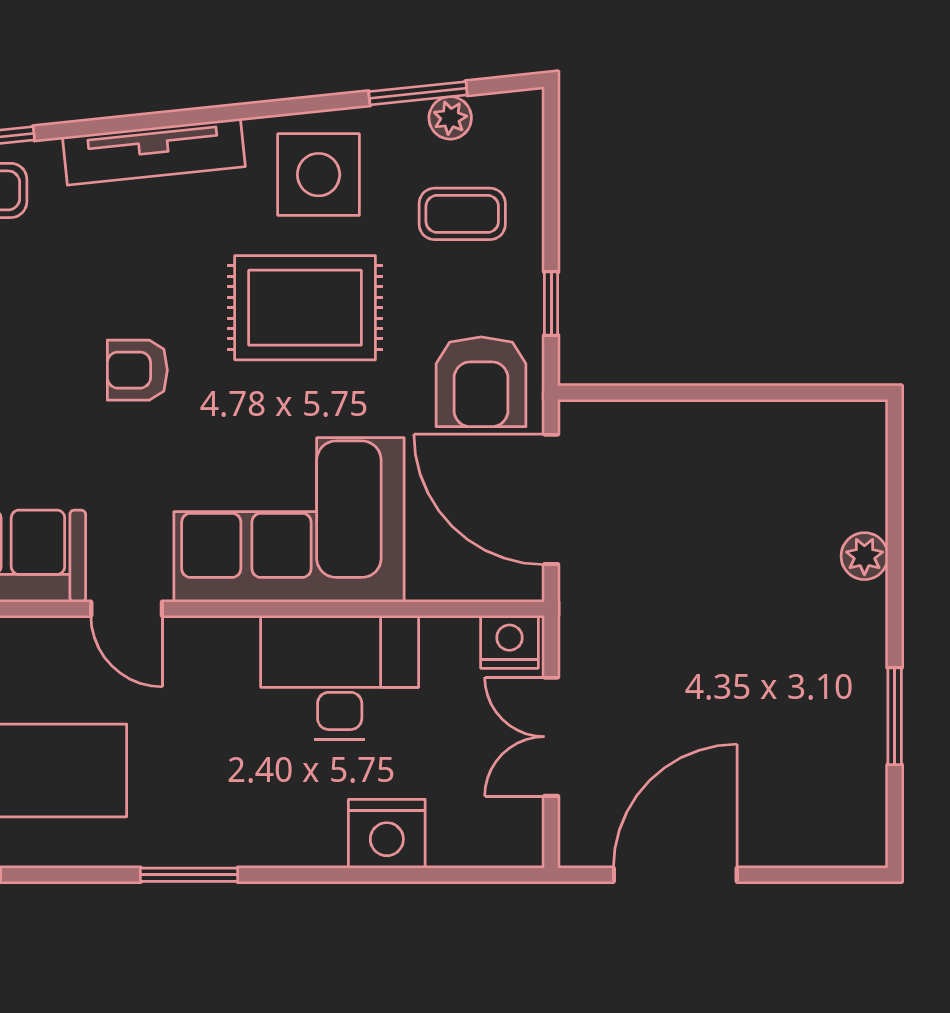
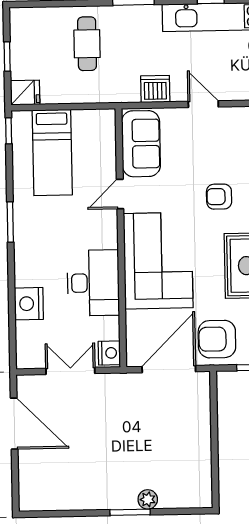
armchair: (137, 370) -> (219, 197), turned -90
window: (895, 716) -> (130, 512), moved

